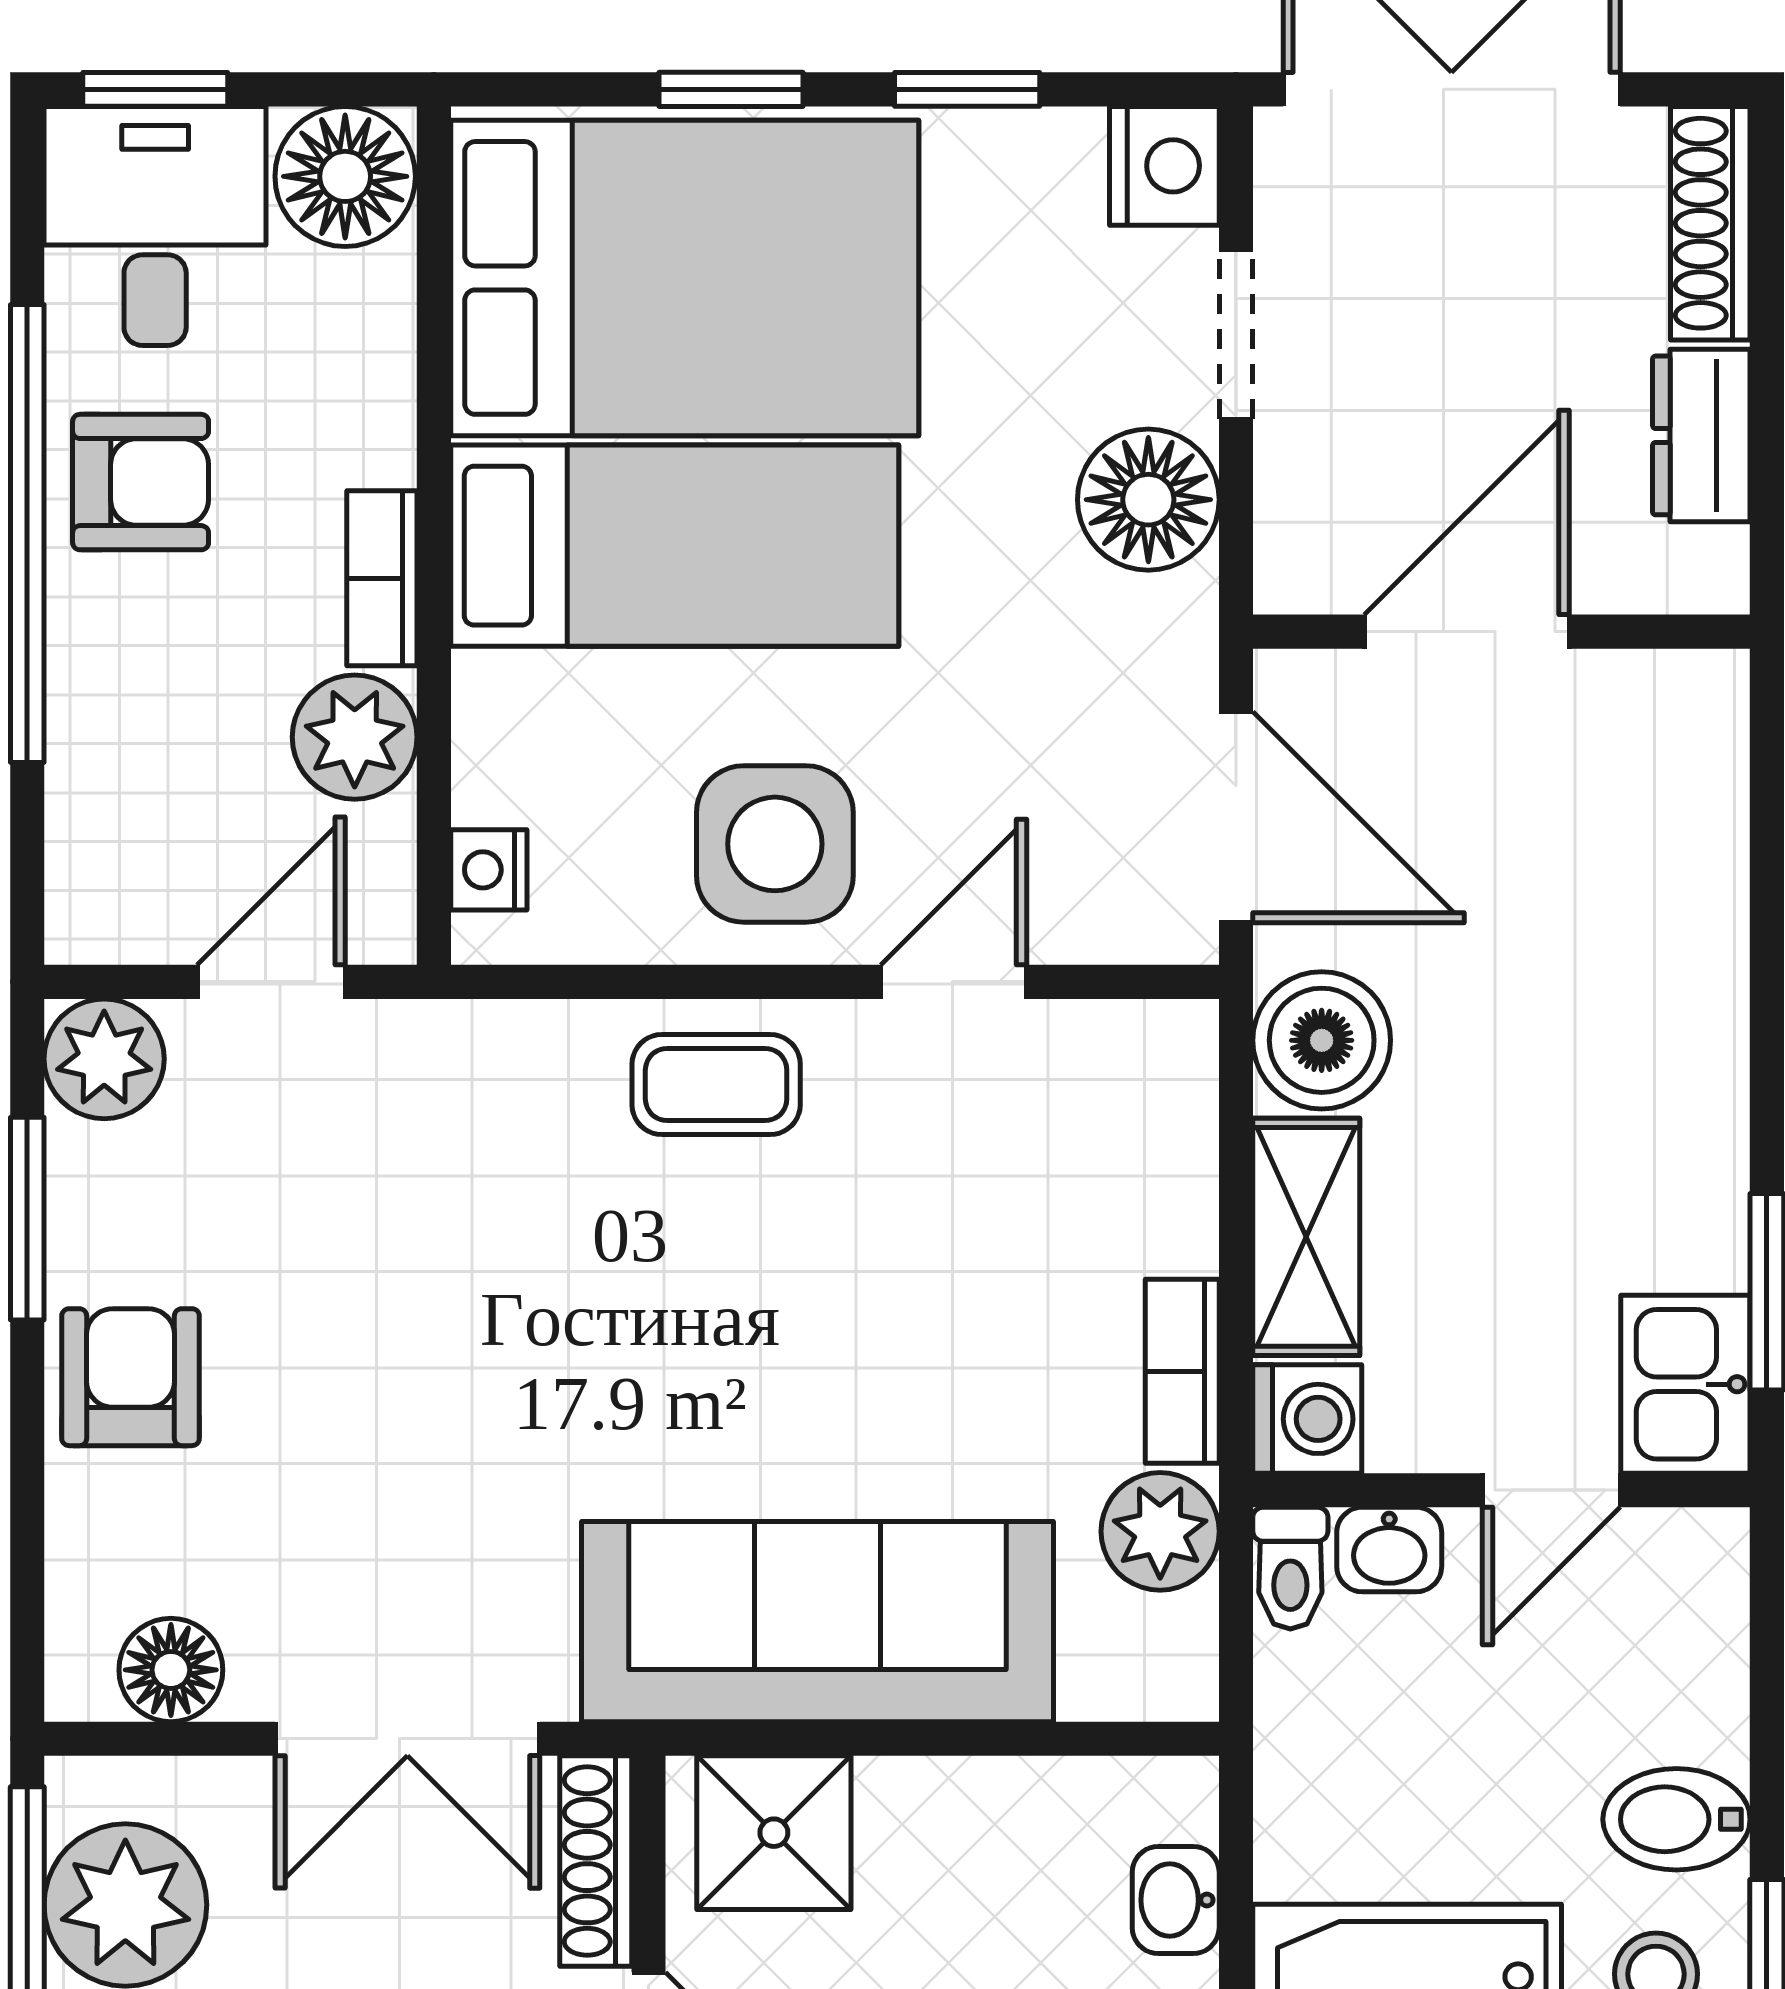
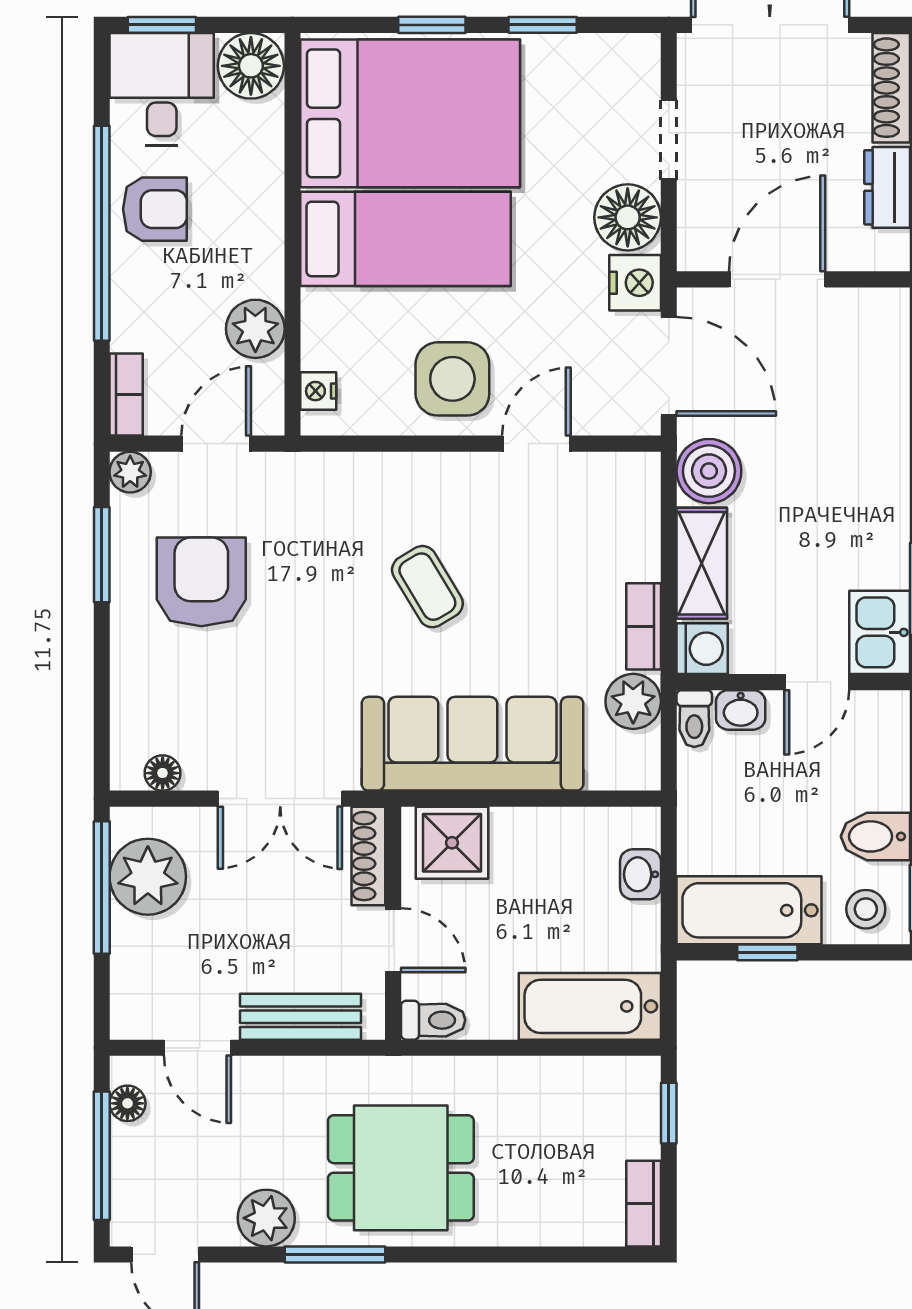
nightstand: (1164, 166) -> (635, 283), moved
bookcase: (382, 578) -> (126, 395), moved, turned 180
plant: (104, 1059) -> (130, 472), width x0.73, depth x0.73
coffee table: (716, 1085) -> (427, 587), moved, turned 59
armchair: (131, 1377) -> (201, 582), moved, width x1.38, depth x1.38
floor lamp: (171, 1670) -> (163, 773), width x0.73, depth x0.73

